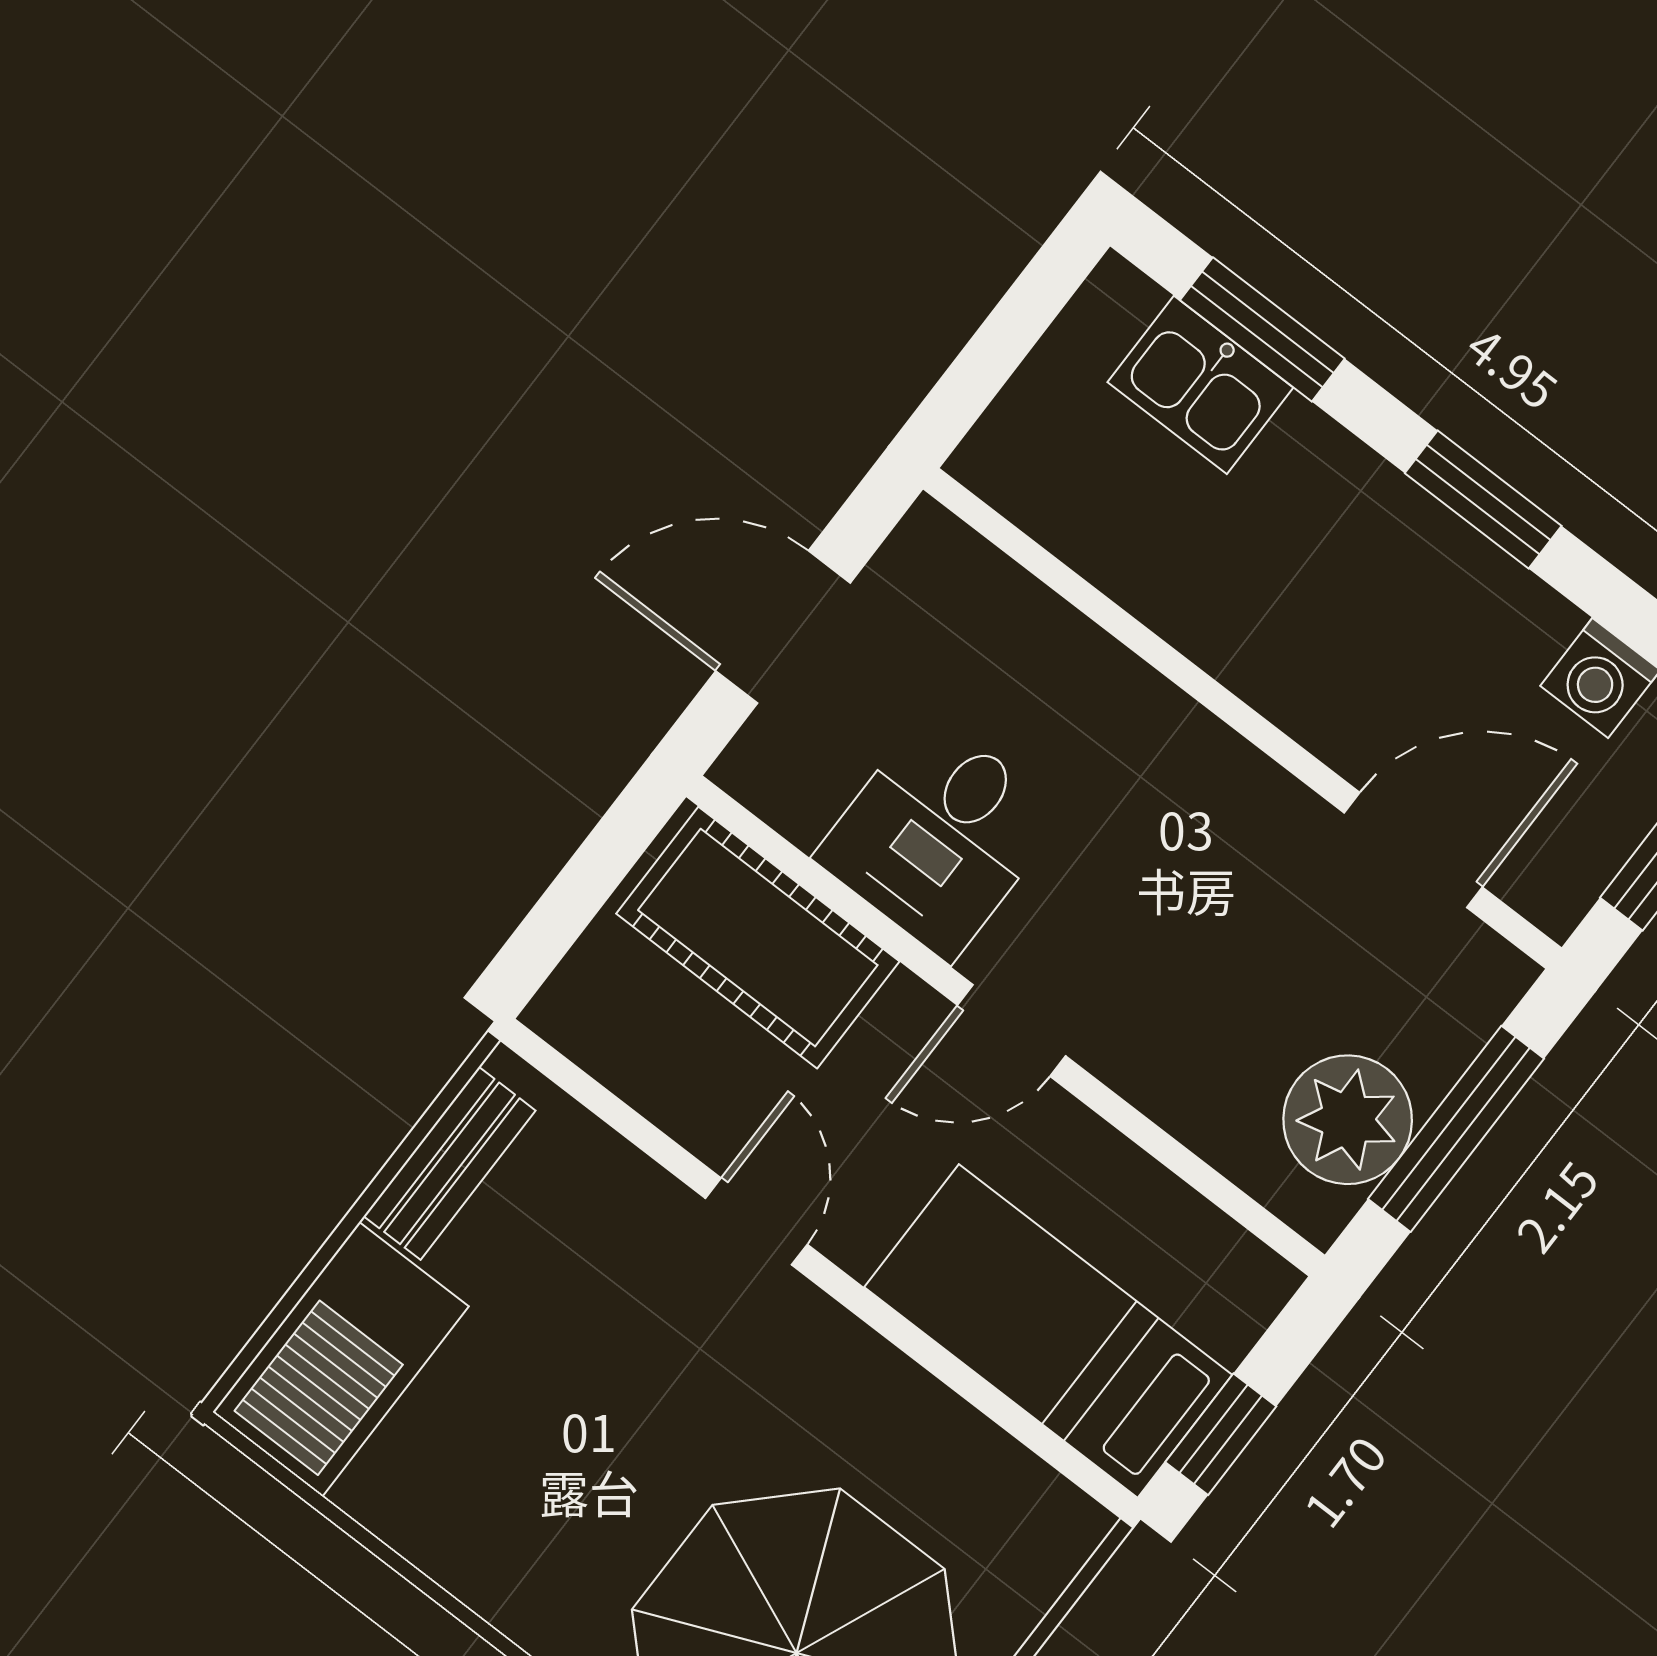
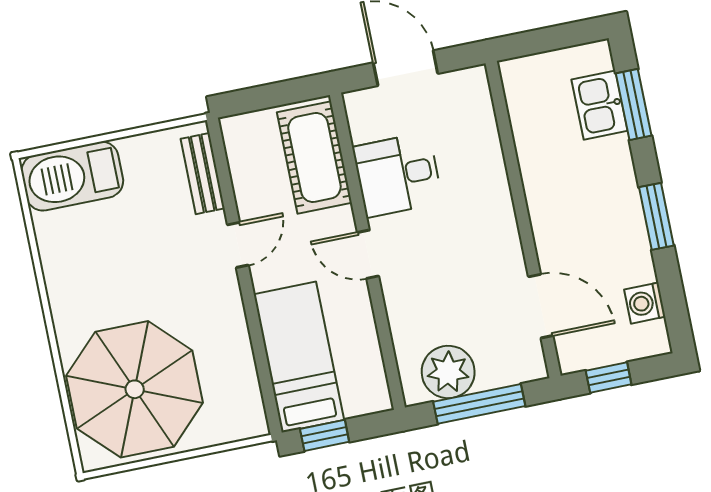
bench: (450, 1163) -> (203, 174), moved, turned 90

